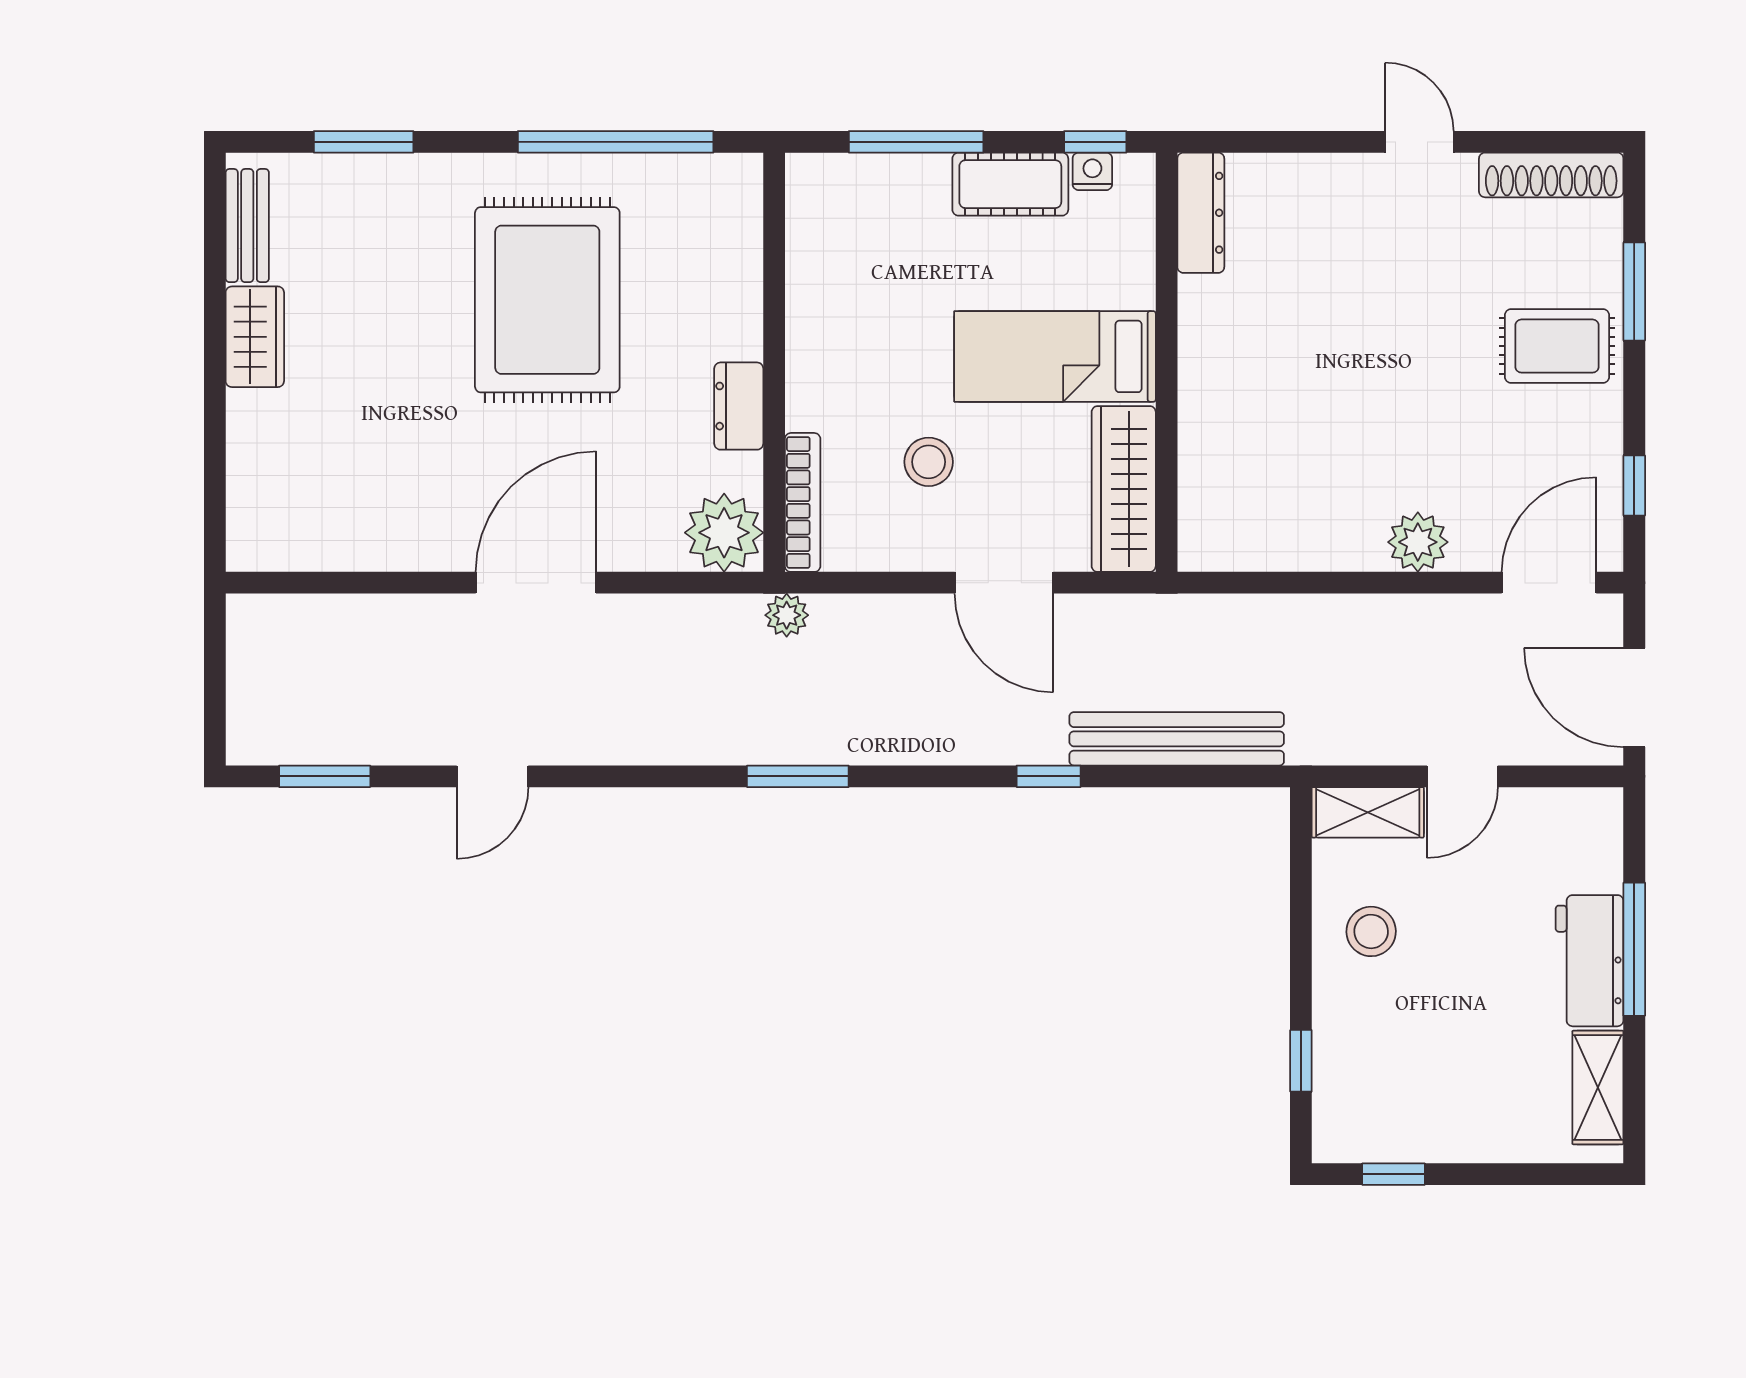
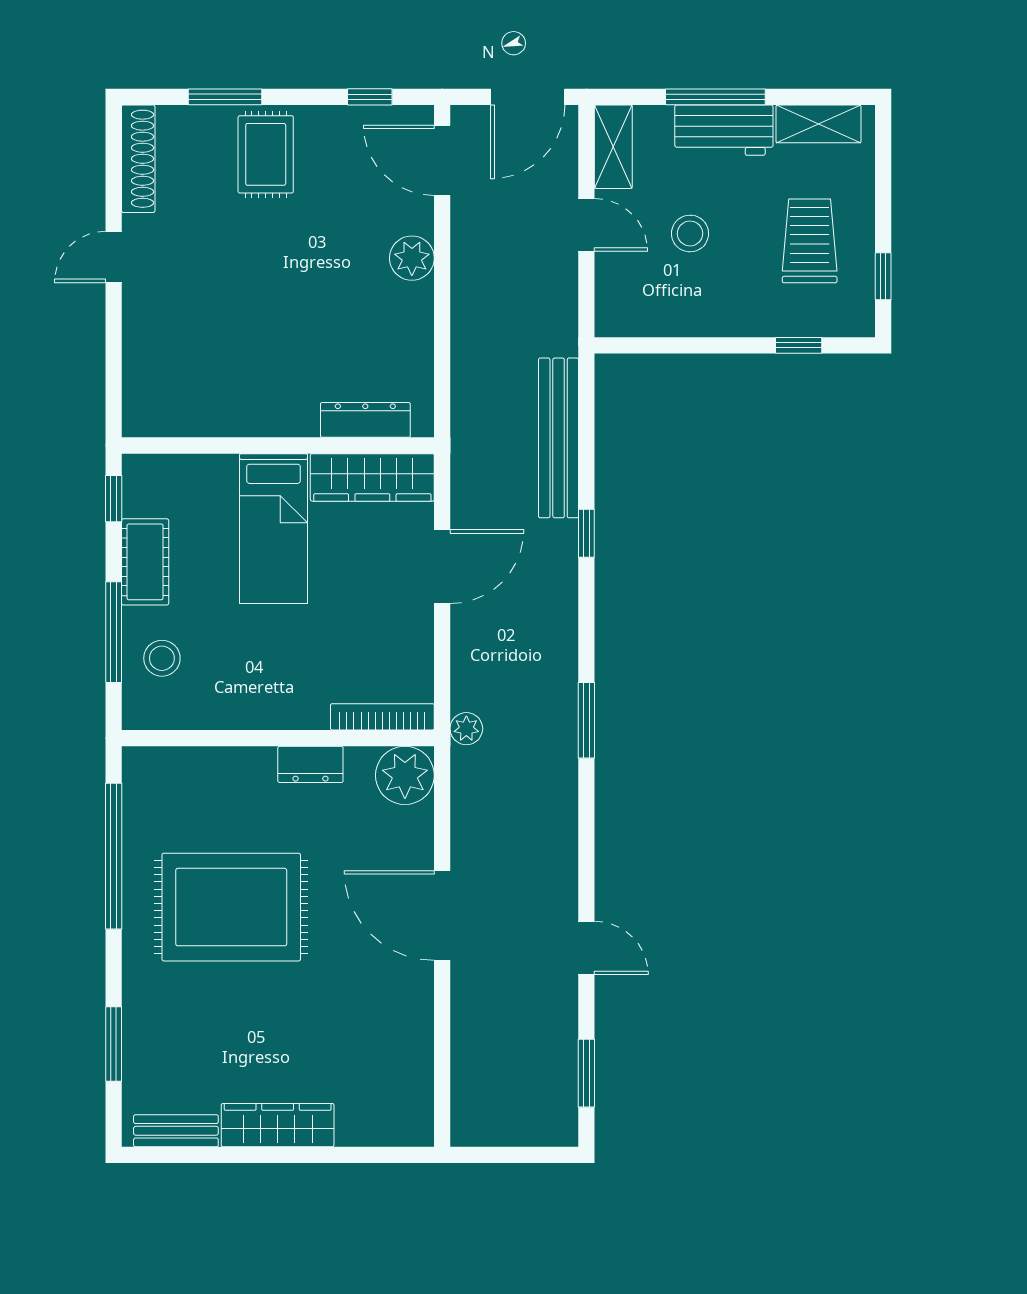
nightstand: (1092, 171) -> (136, 501), removed
dresser: (1201, 213) -> (365, 420), moved
wardrobe: (255, 337) -> (278, 1125), width x1.50
stool: (929, 462) -> (162, 658), moved
shelving: (1368, 812) -> (613, 147), moved
stool: (1371, 931) -> (690, 233), moved
trolley: (1441, 1076) -> (810, 241), added

